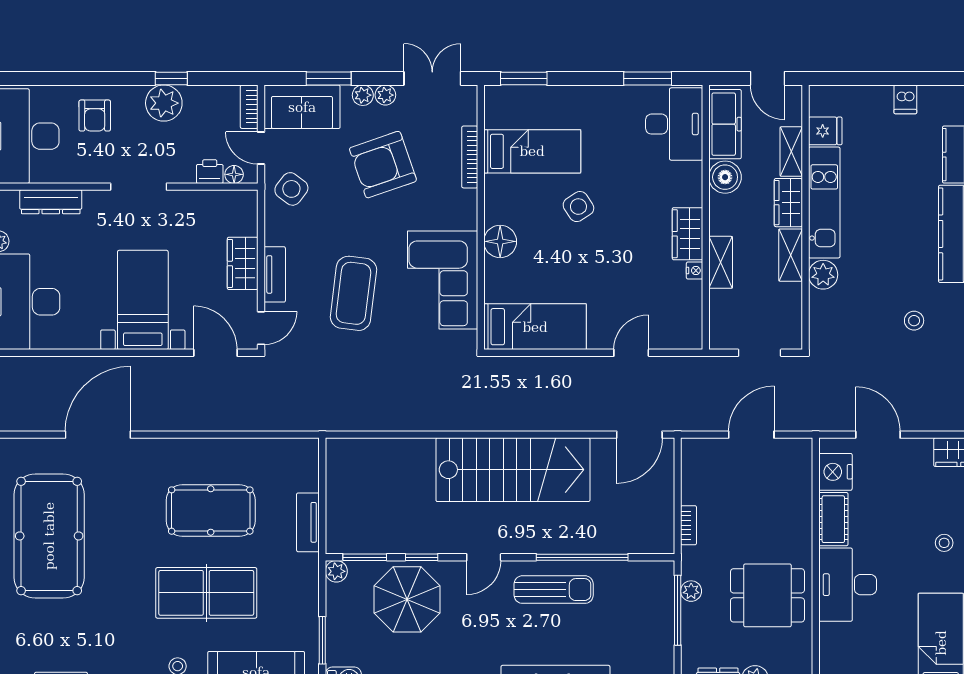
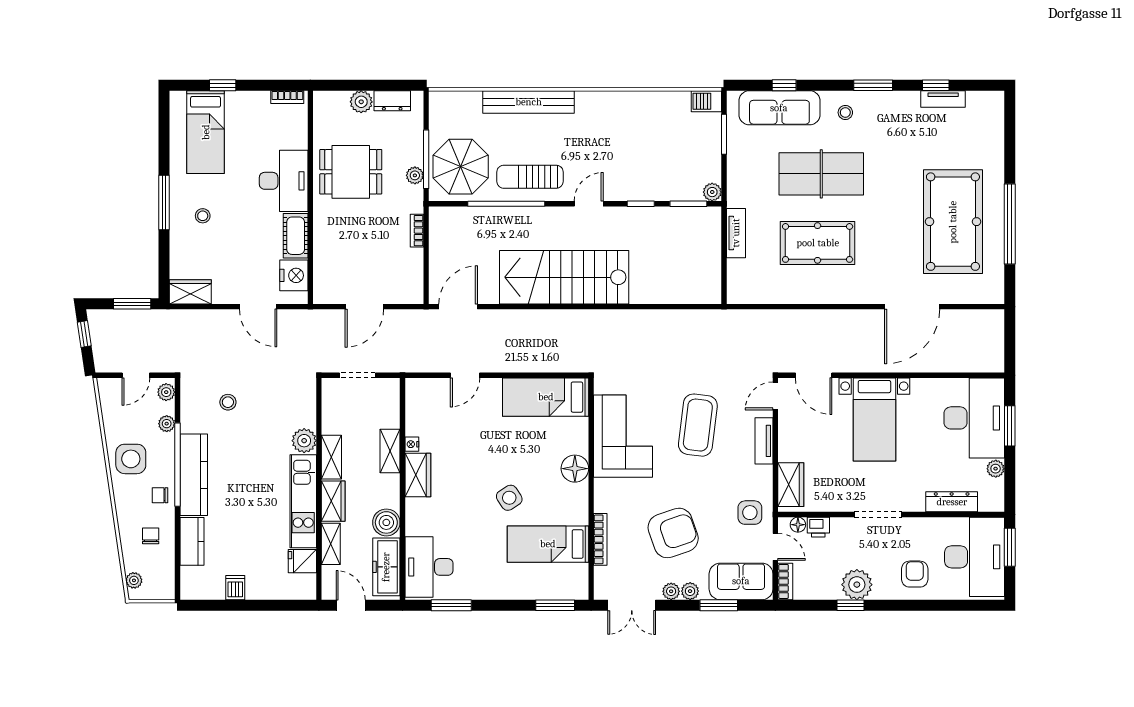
side table: (291, 189) -> (750, 513), turned -37
wardrobe: (243, 263) -> (791, 485), moved
parasol: (407, 599) -> (461, 167), moved

